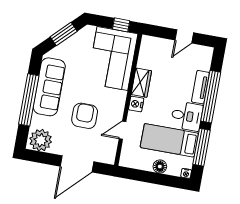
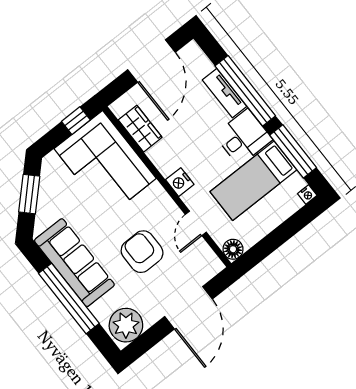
door: (184, 36) -> (151, 61), width x1.88
wardrobe: (141, 83) -> (140, 129), moved
floor lamp: (160, 166) -> (233, 249), moved

